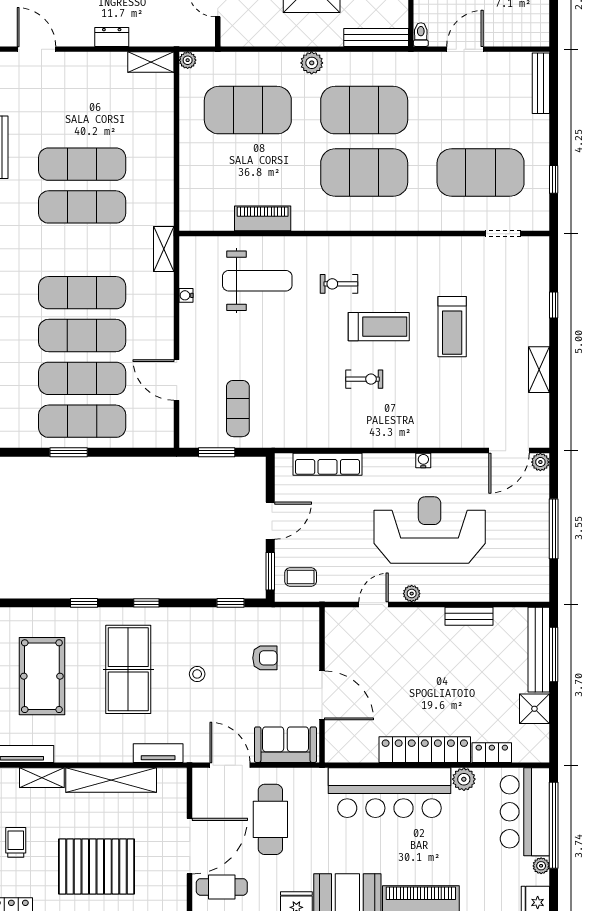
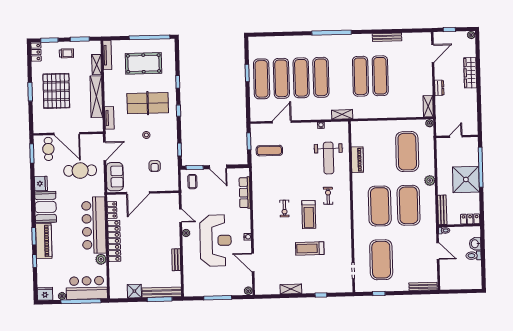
door: (509, 451) -> (253, 262), moved
locker: (492, 753) -> (112, 210), moved

